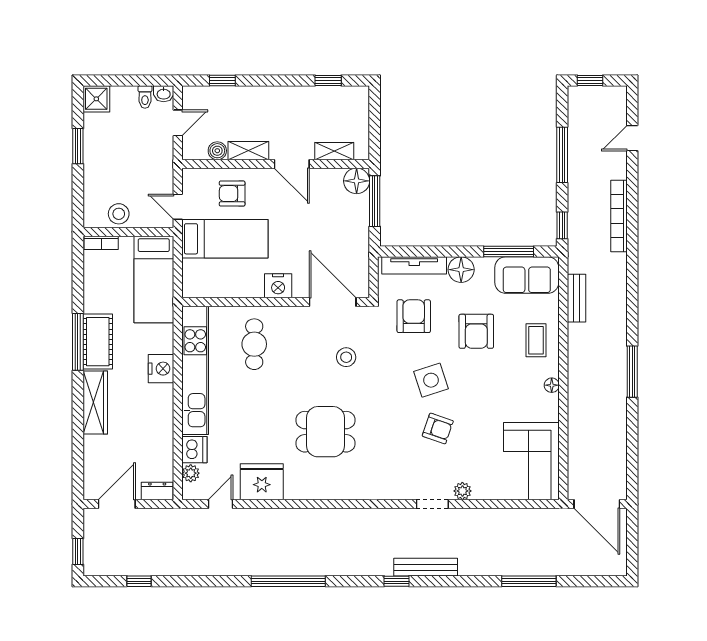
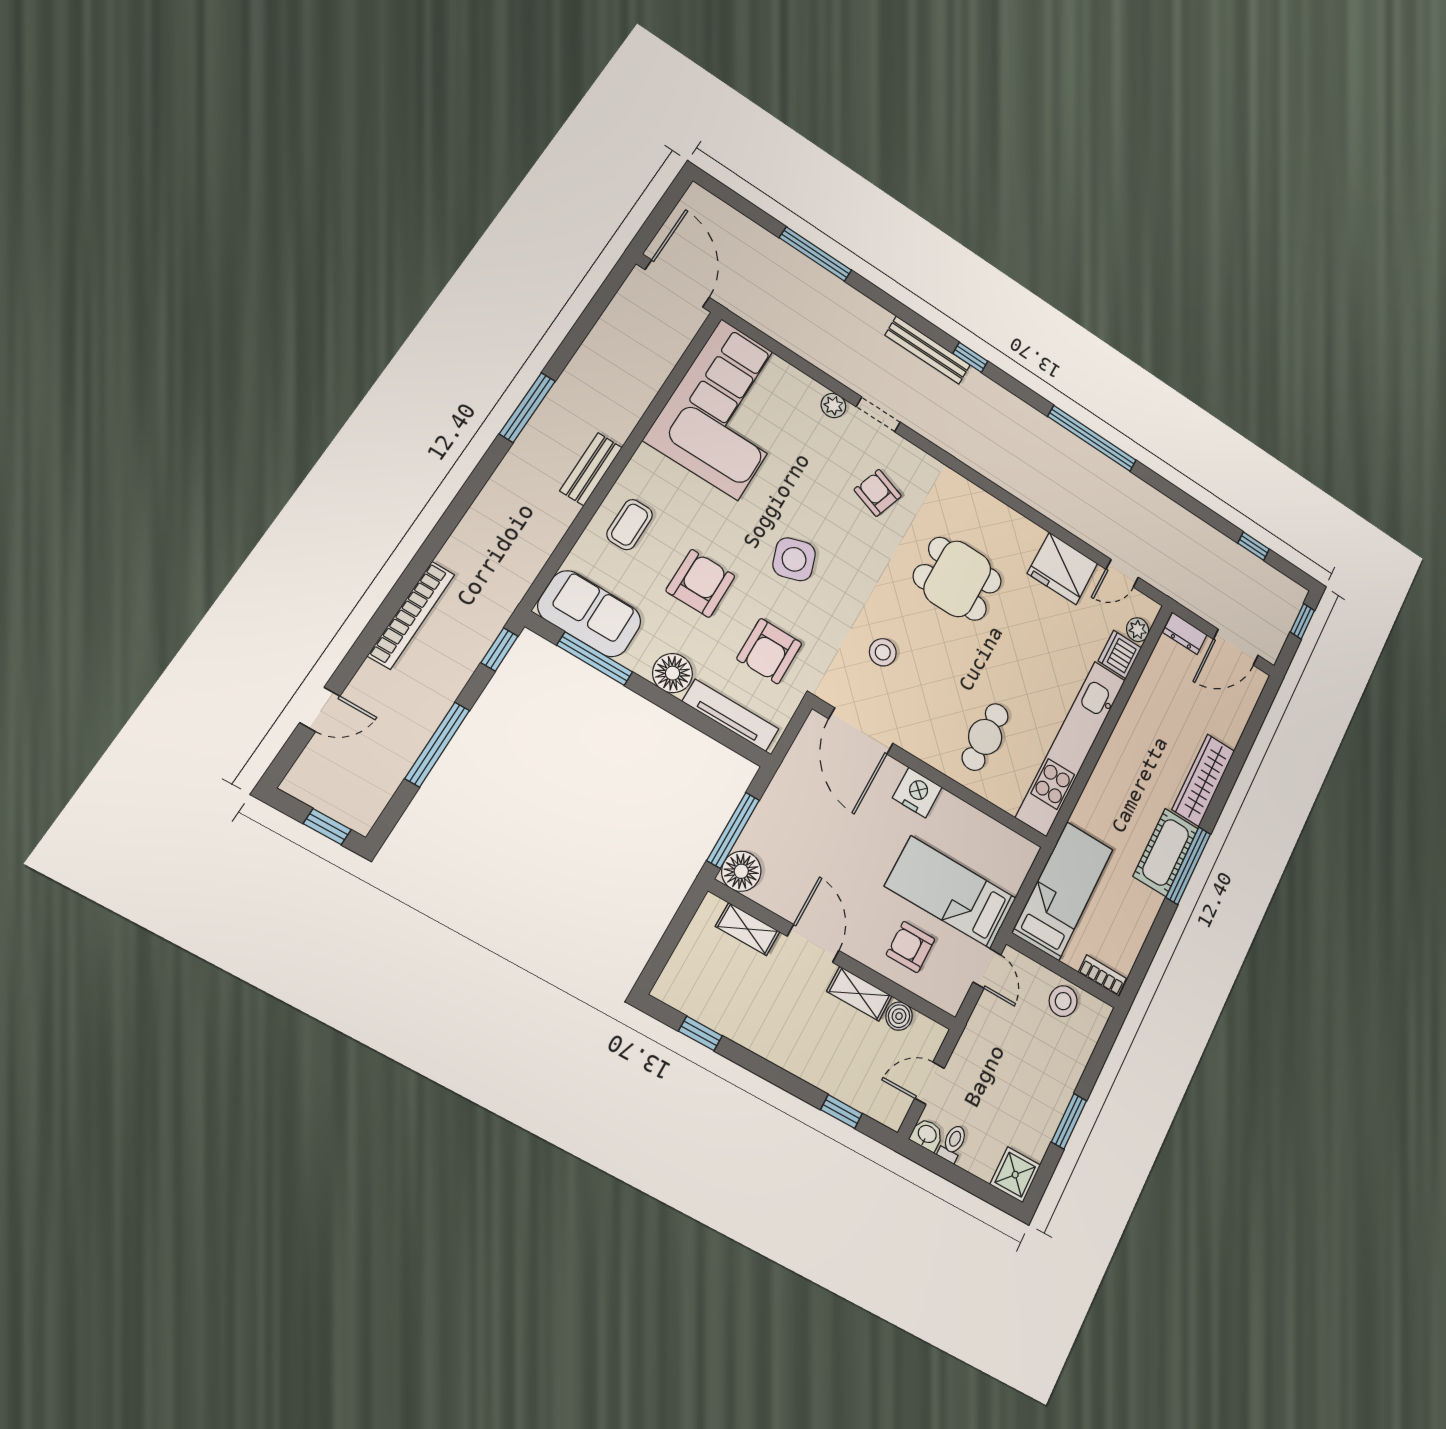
armchair: (232, 194) -> (911, 947), turned 180
bench: (576, 298) -> (591, 469), moved
nightstand: (161, 369) -> (1109, 774), removed
floor lamp: (552, 385) -> (644, 457), removed
armchair: (438, 428) -> (878, 493), moved
corner sofa: (531, 461) -> (730, 409), width x1.36, depth x1.36

